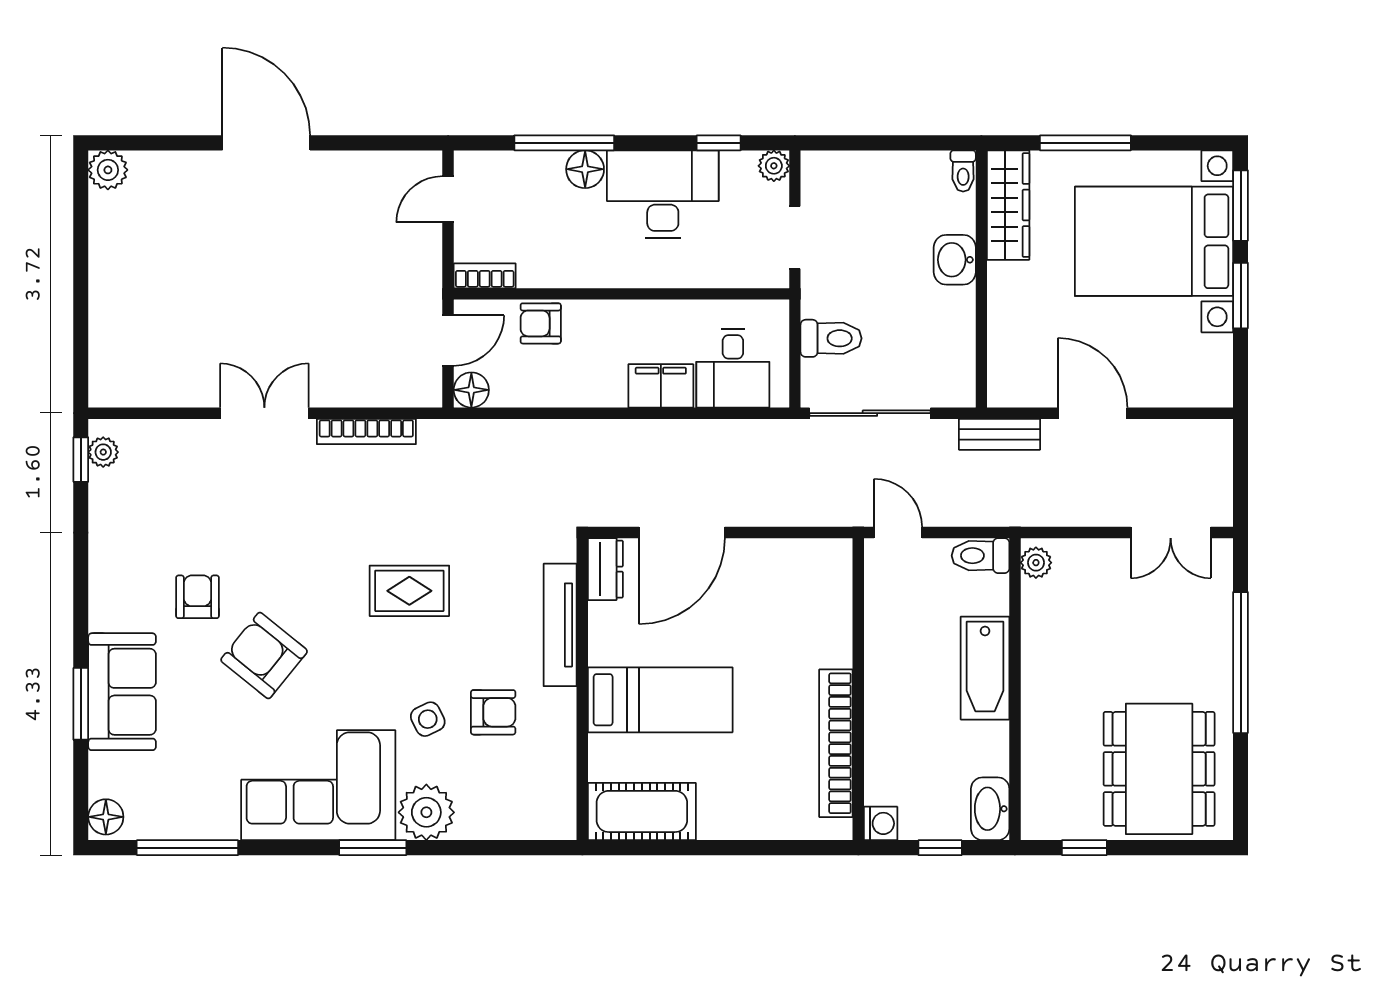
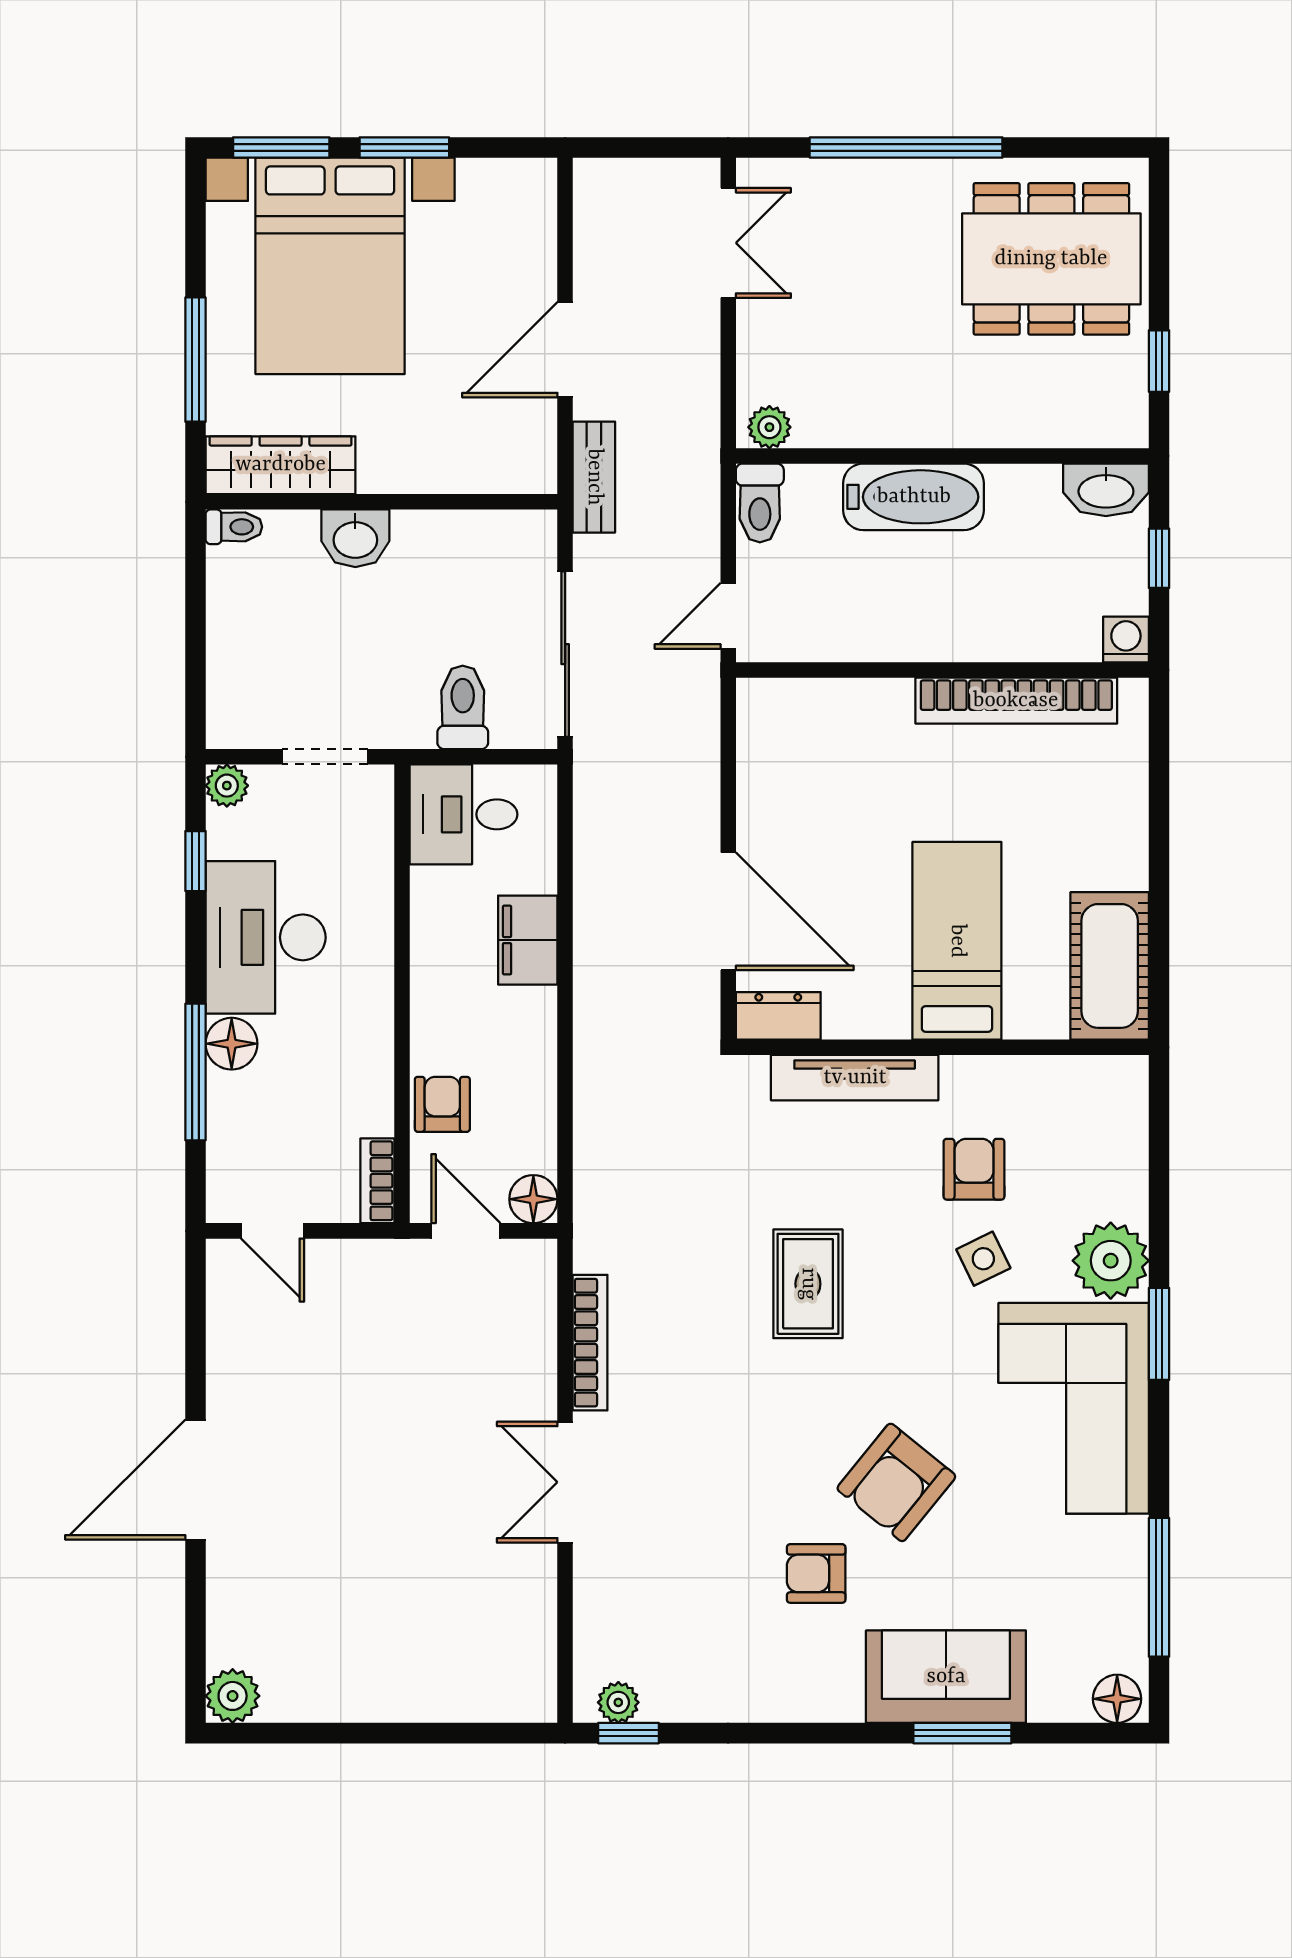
armchair: (541, 323) -> (442, 1104), turned 180
desk: (733, 368) -> (463, 814), moved, turned 180

